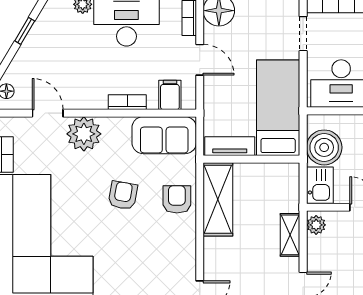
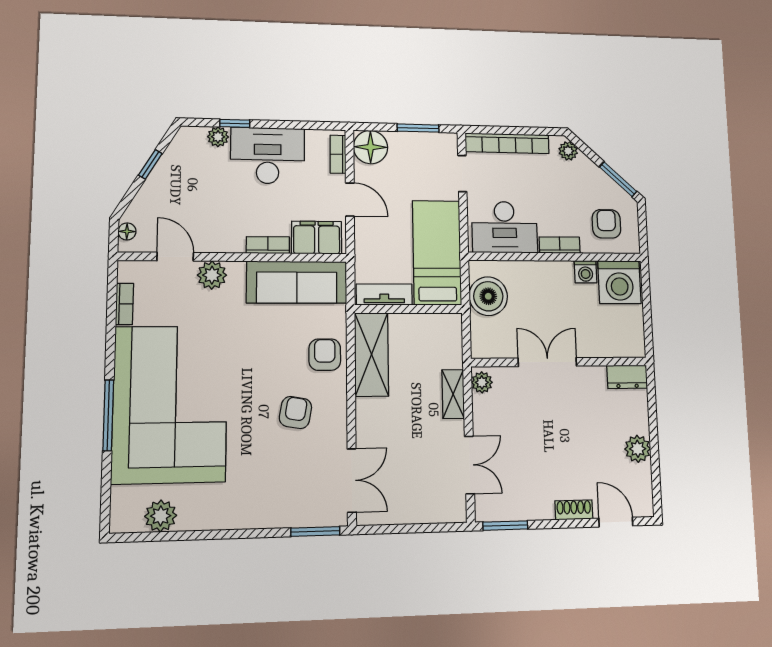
filing cabinet: (170, 95) -> (317, 238), width x2.00
plant: (84, 134) -> (212, 275), width x0.73, depth x0.73
sofa: (164, 135) -> (297, 282), width x1.36
kitchen sink: (320, 185) -> (485, 338), removed
armchair: (123, 195) -> (295, 412), moved

